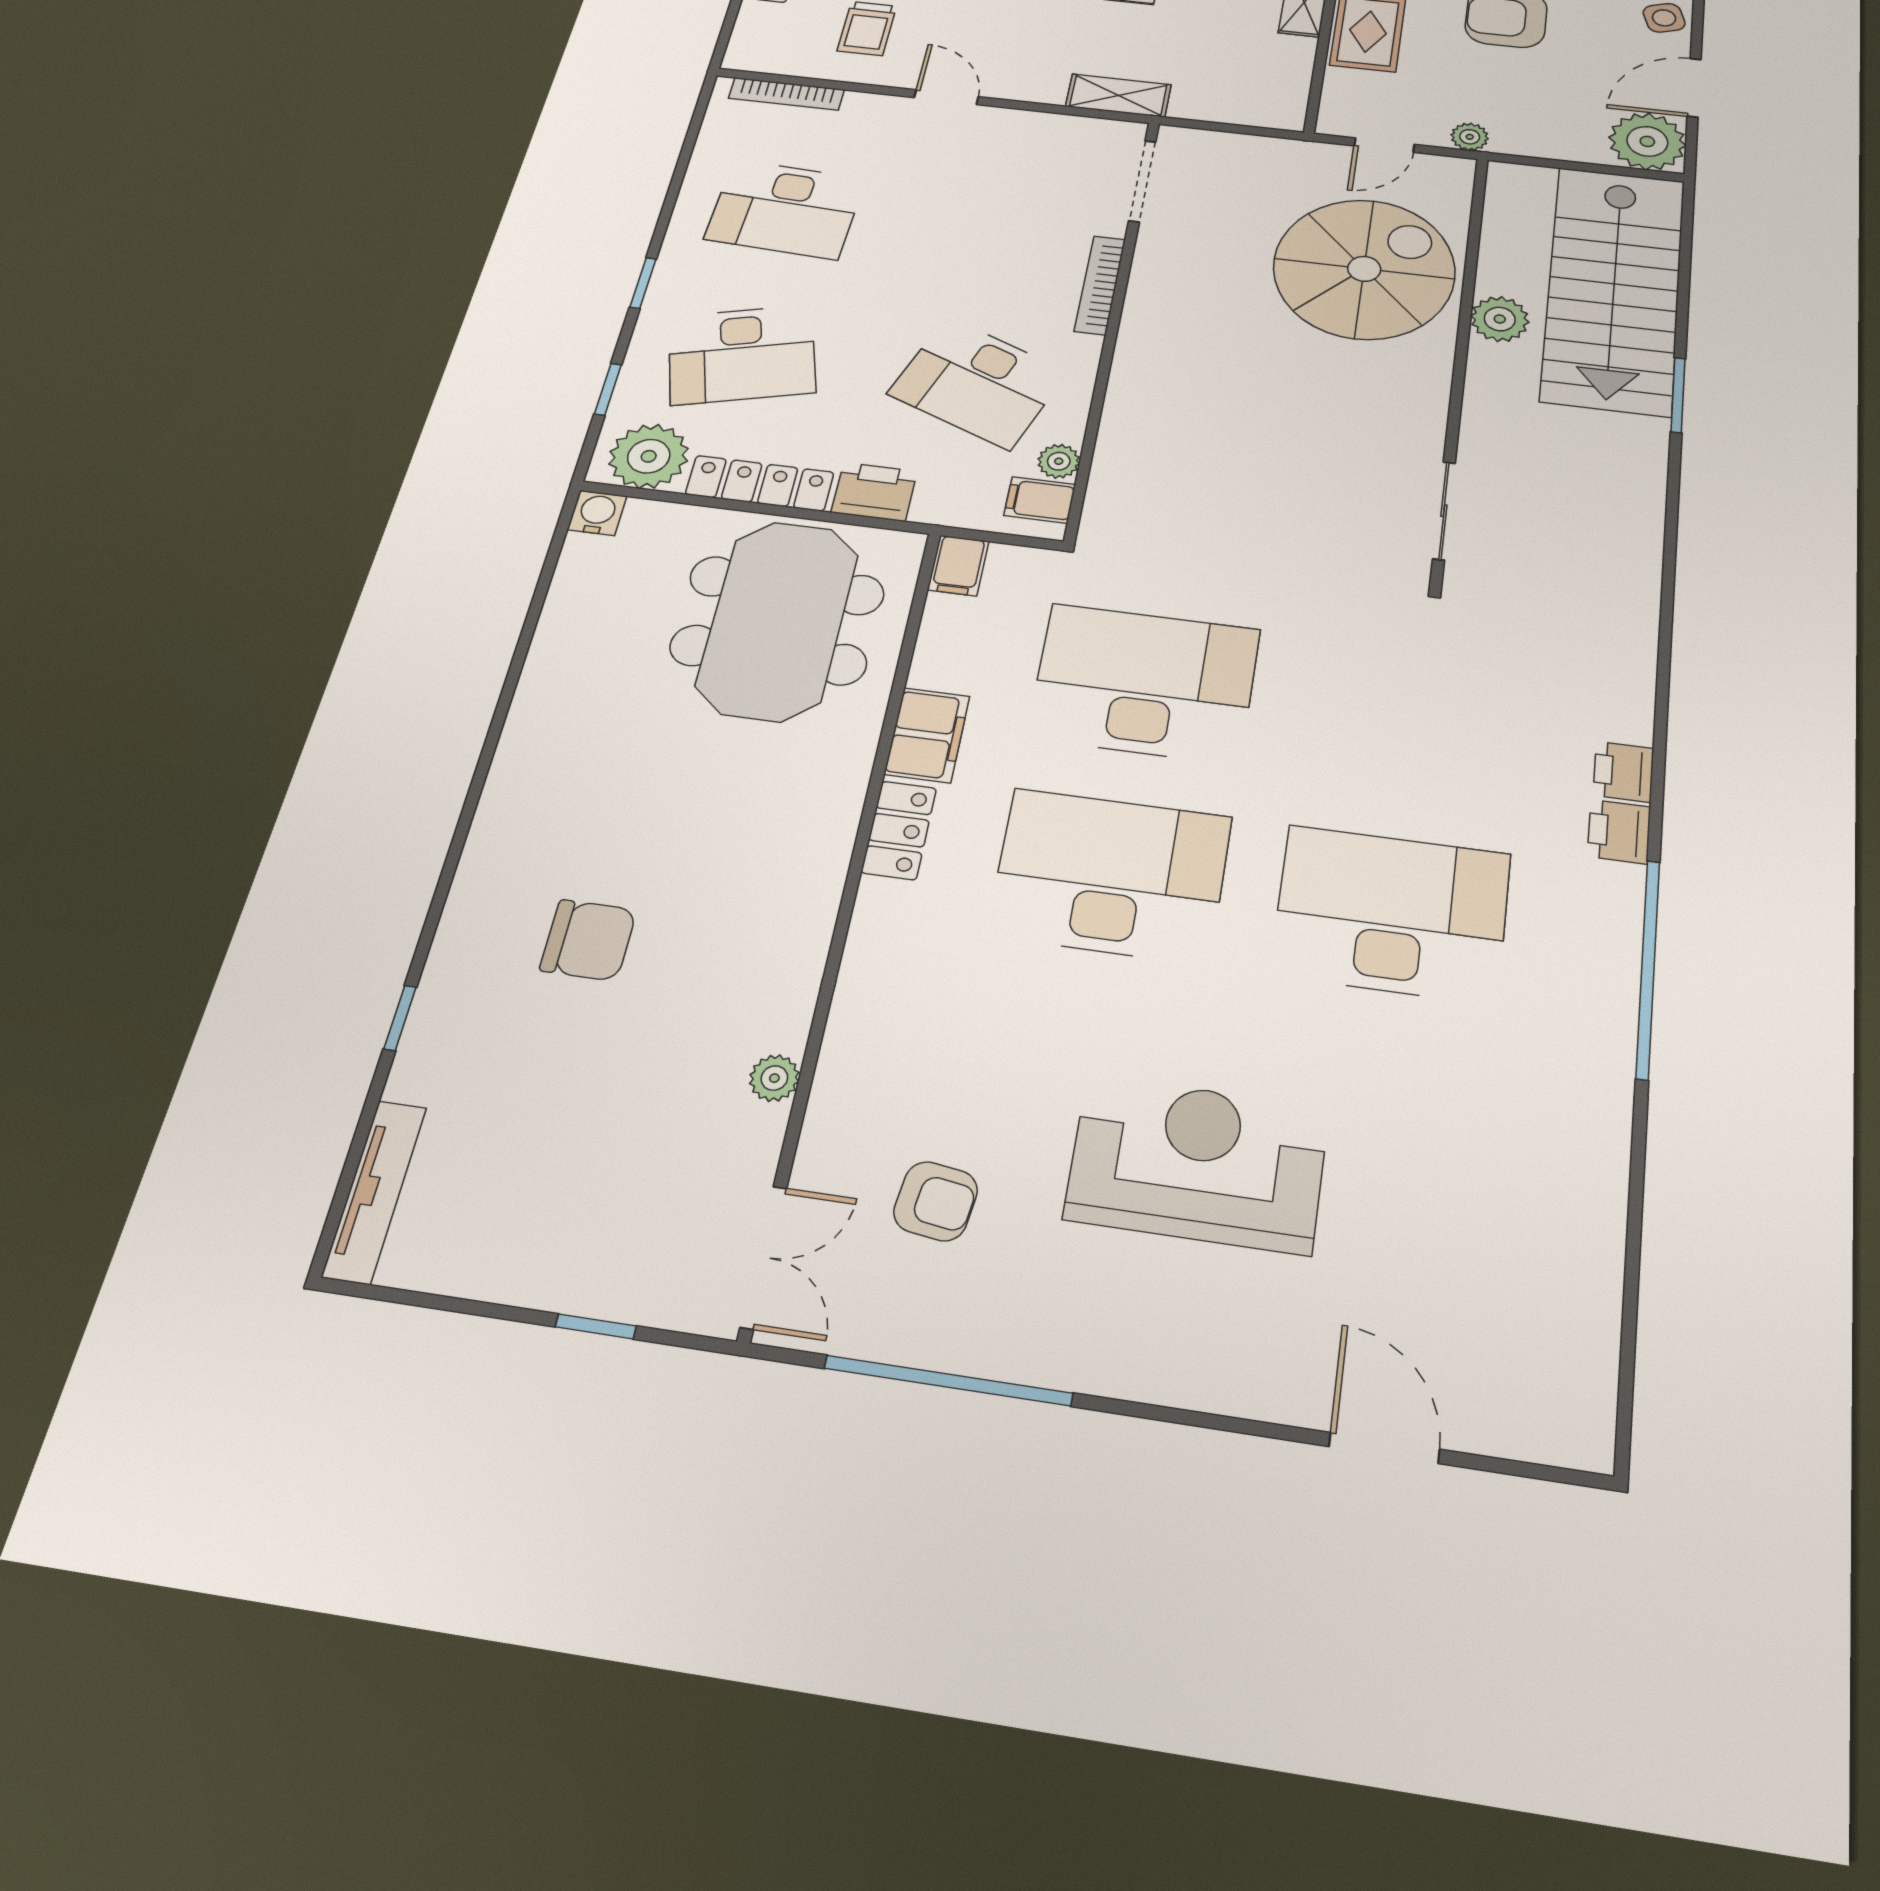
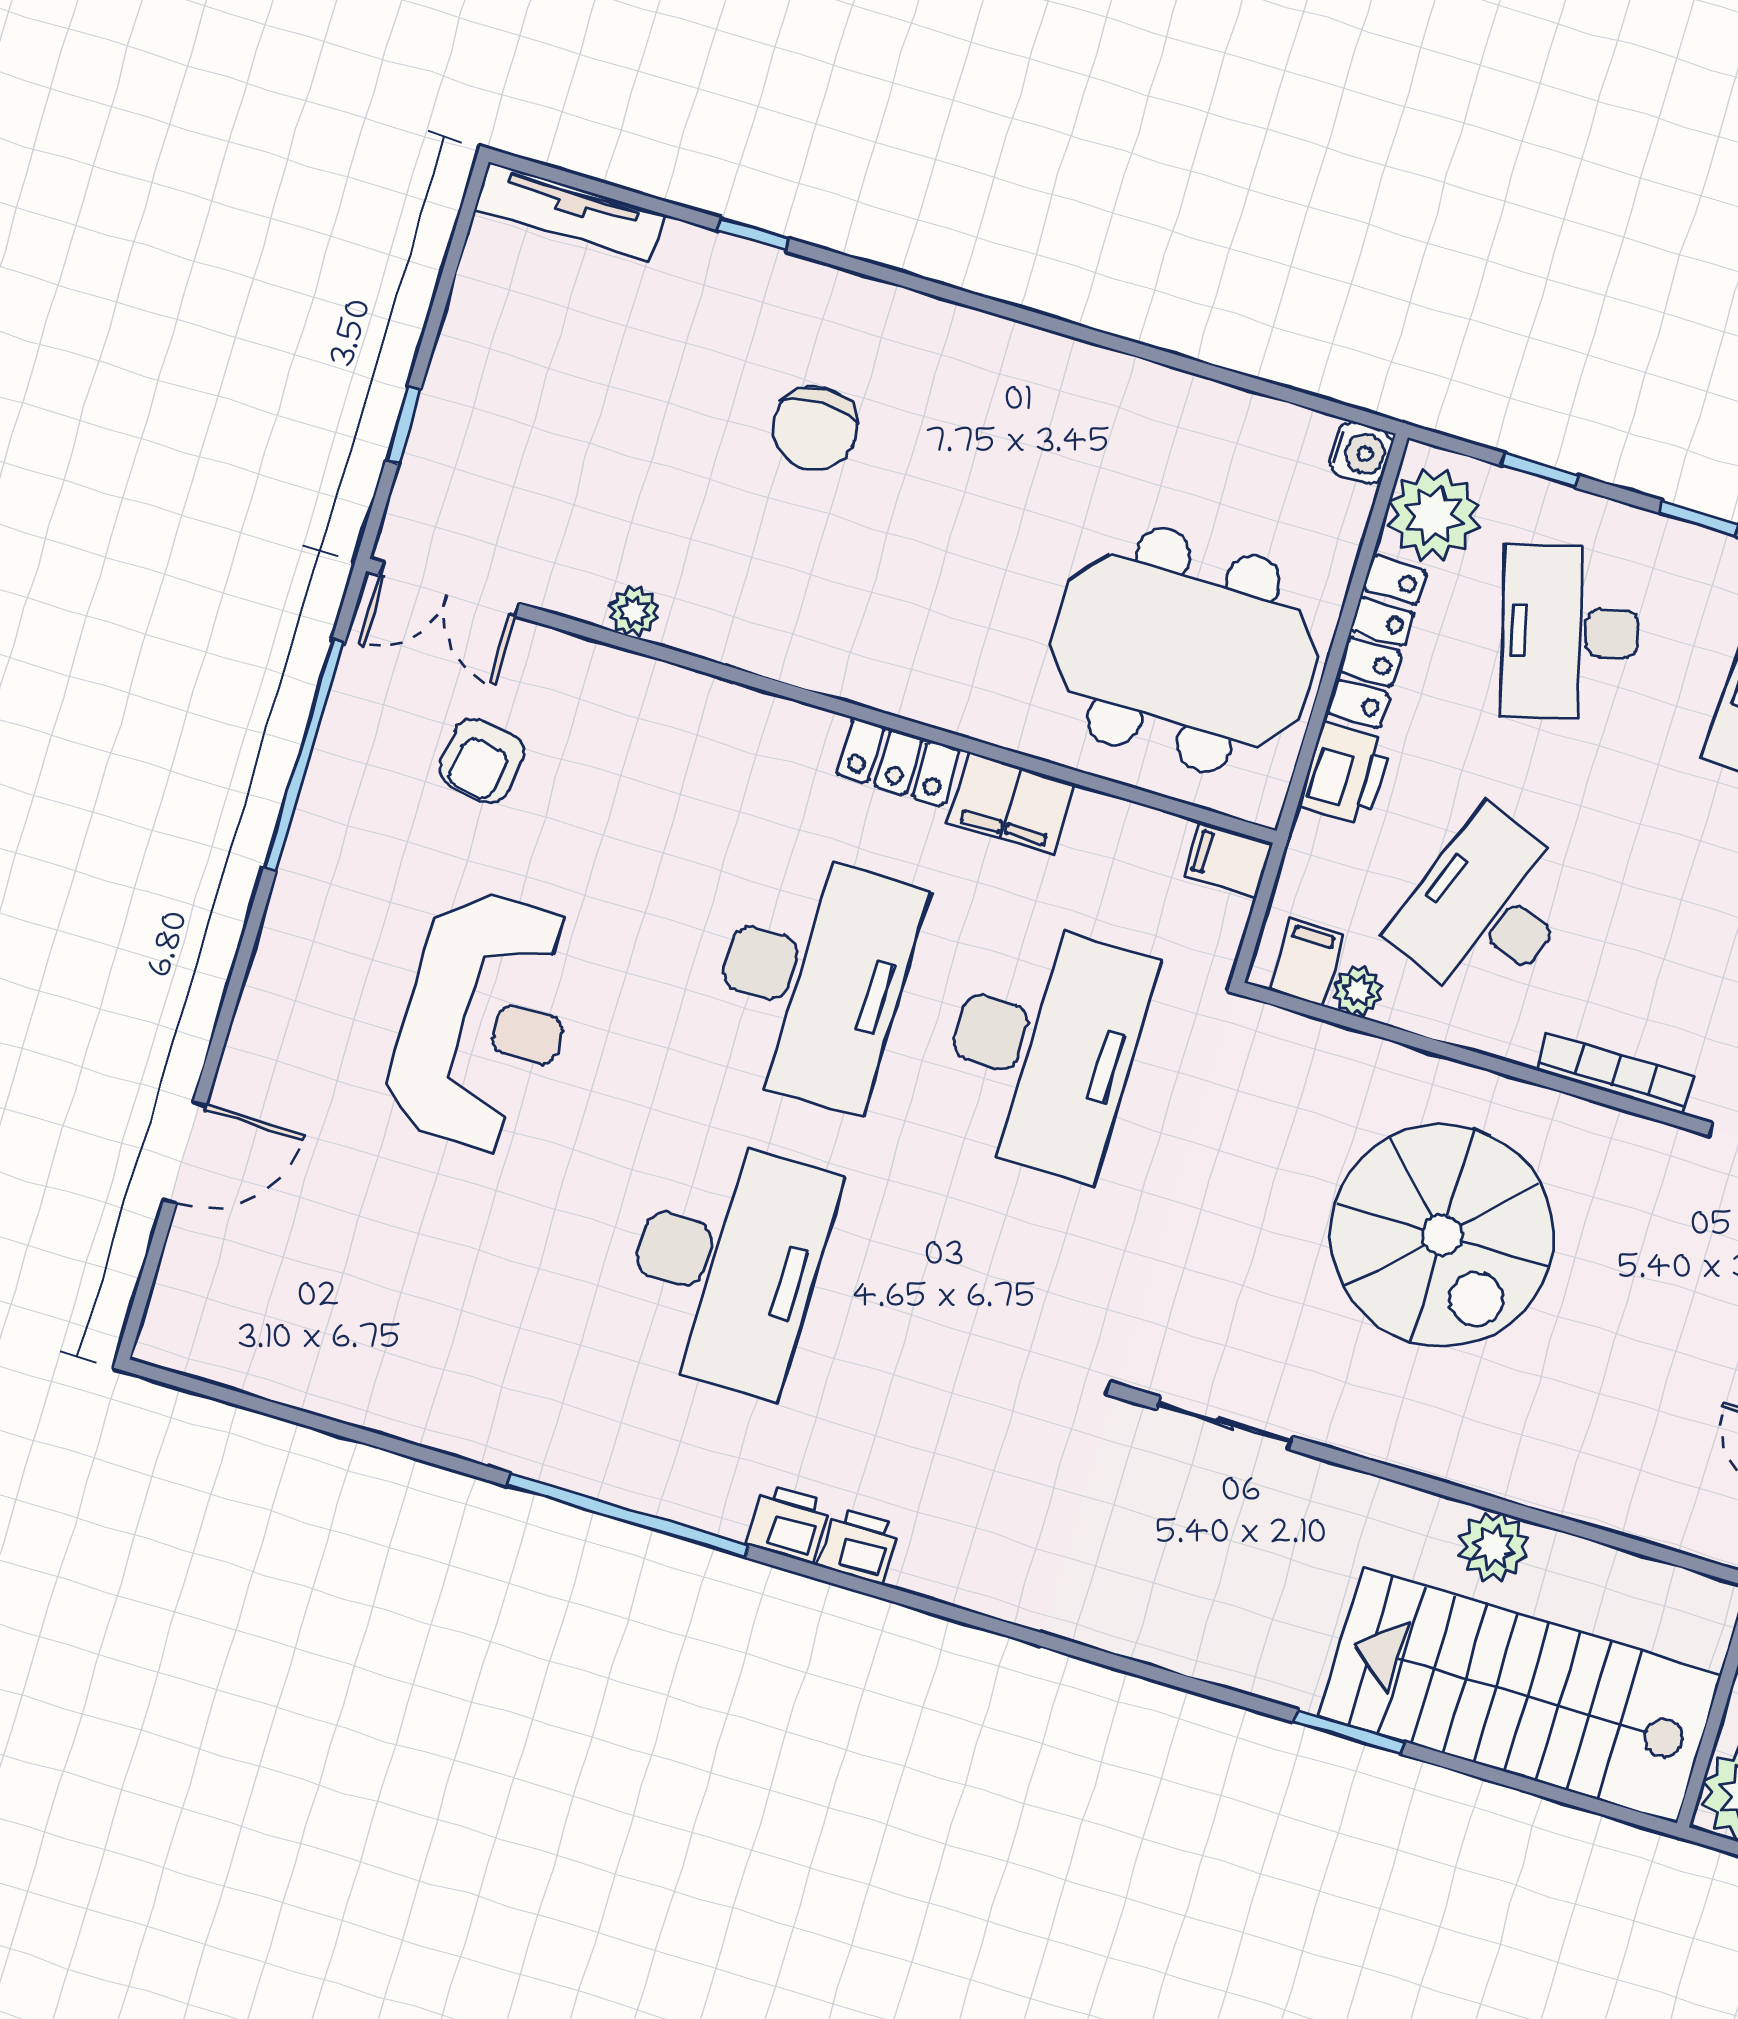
spiral stairs: (1364, 269) -> (1442, 1235), moved

